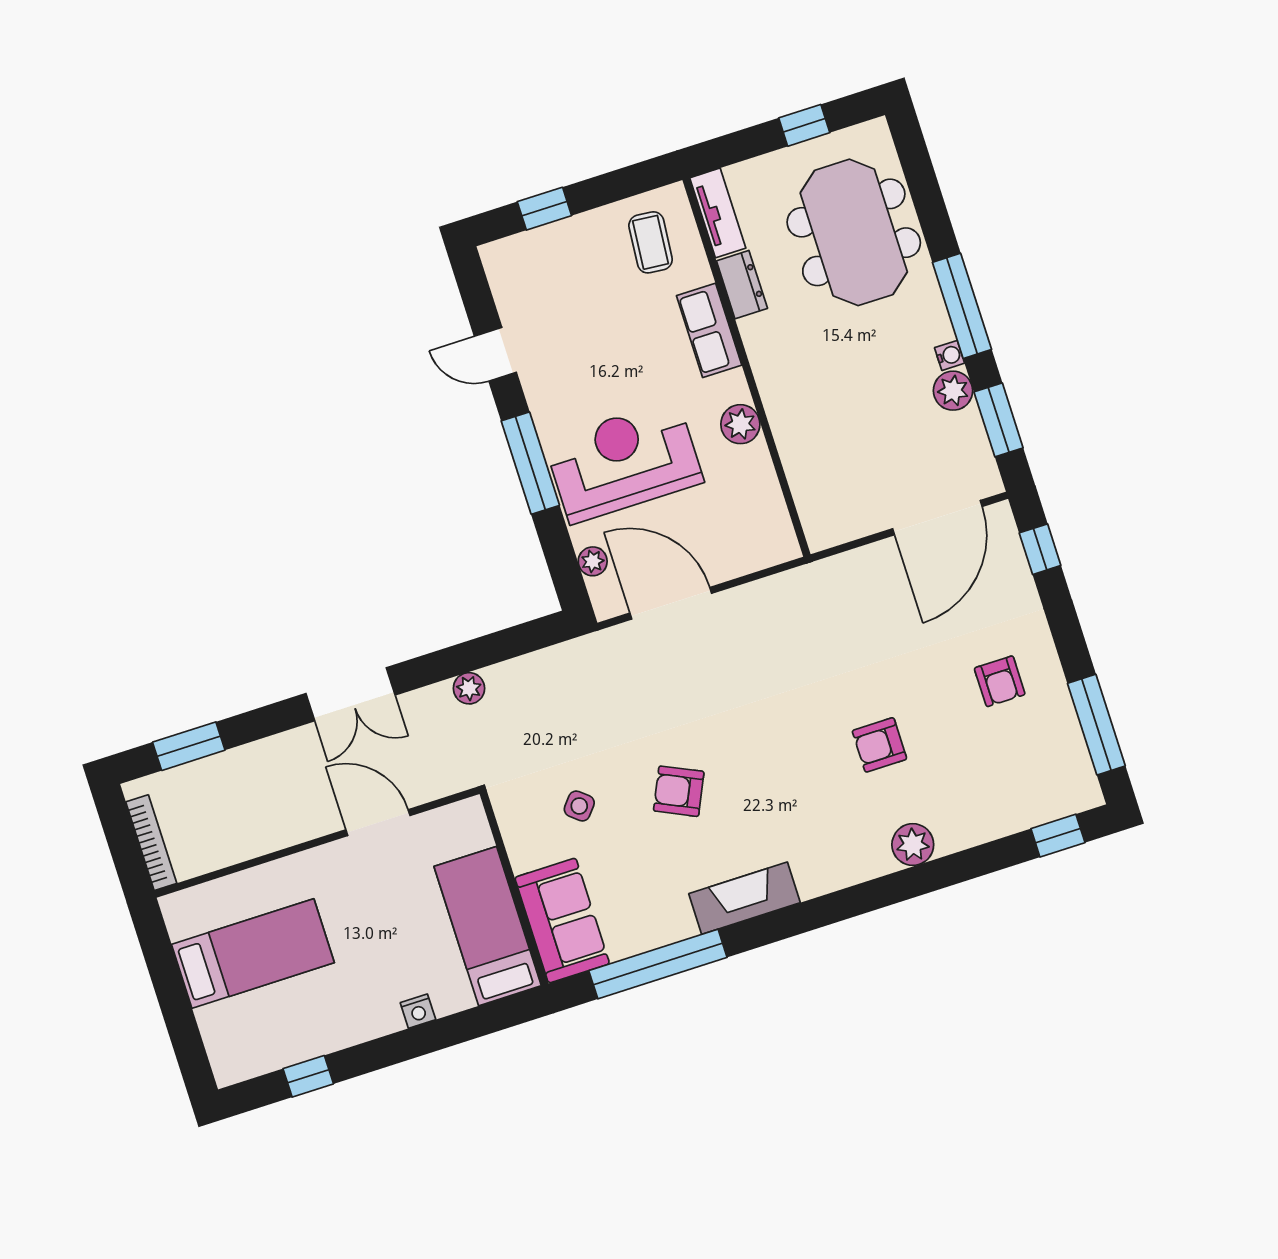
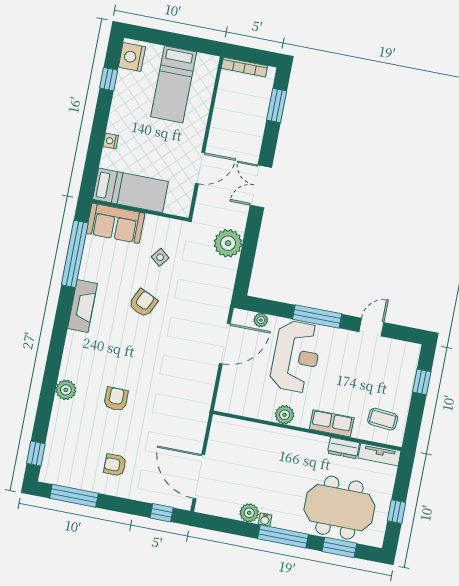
window: (999, 420) -> (339, 547), moved
plant: (469, 688) -> (228, 243), width x1.88, depth x1.88
nightstand: (245, 1056) -> (132, 57), added

